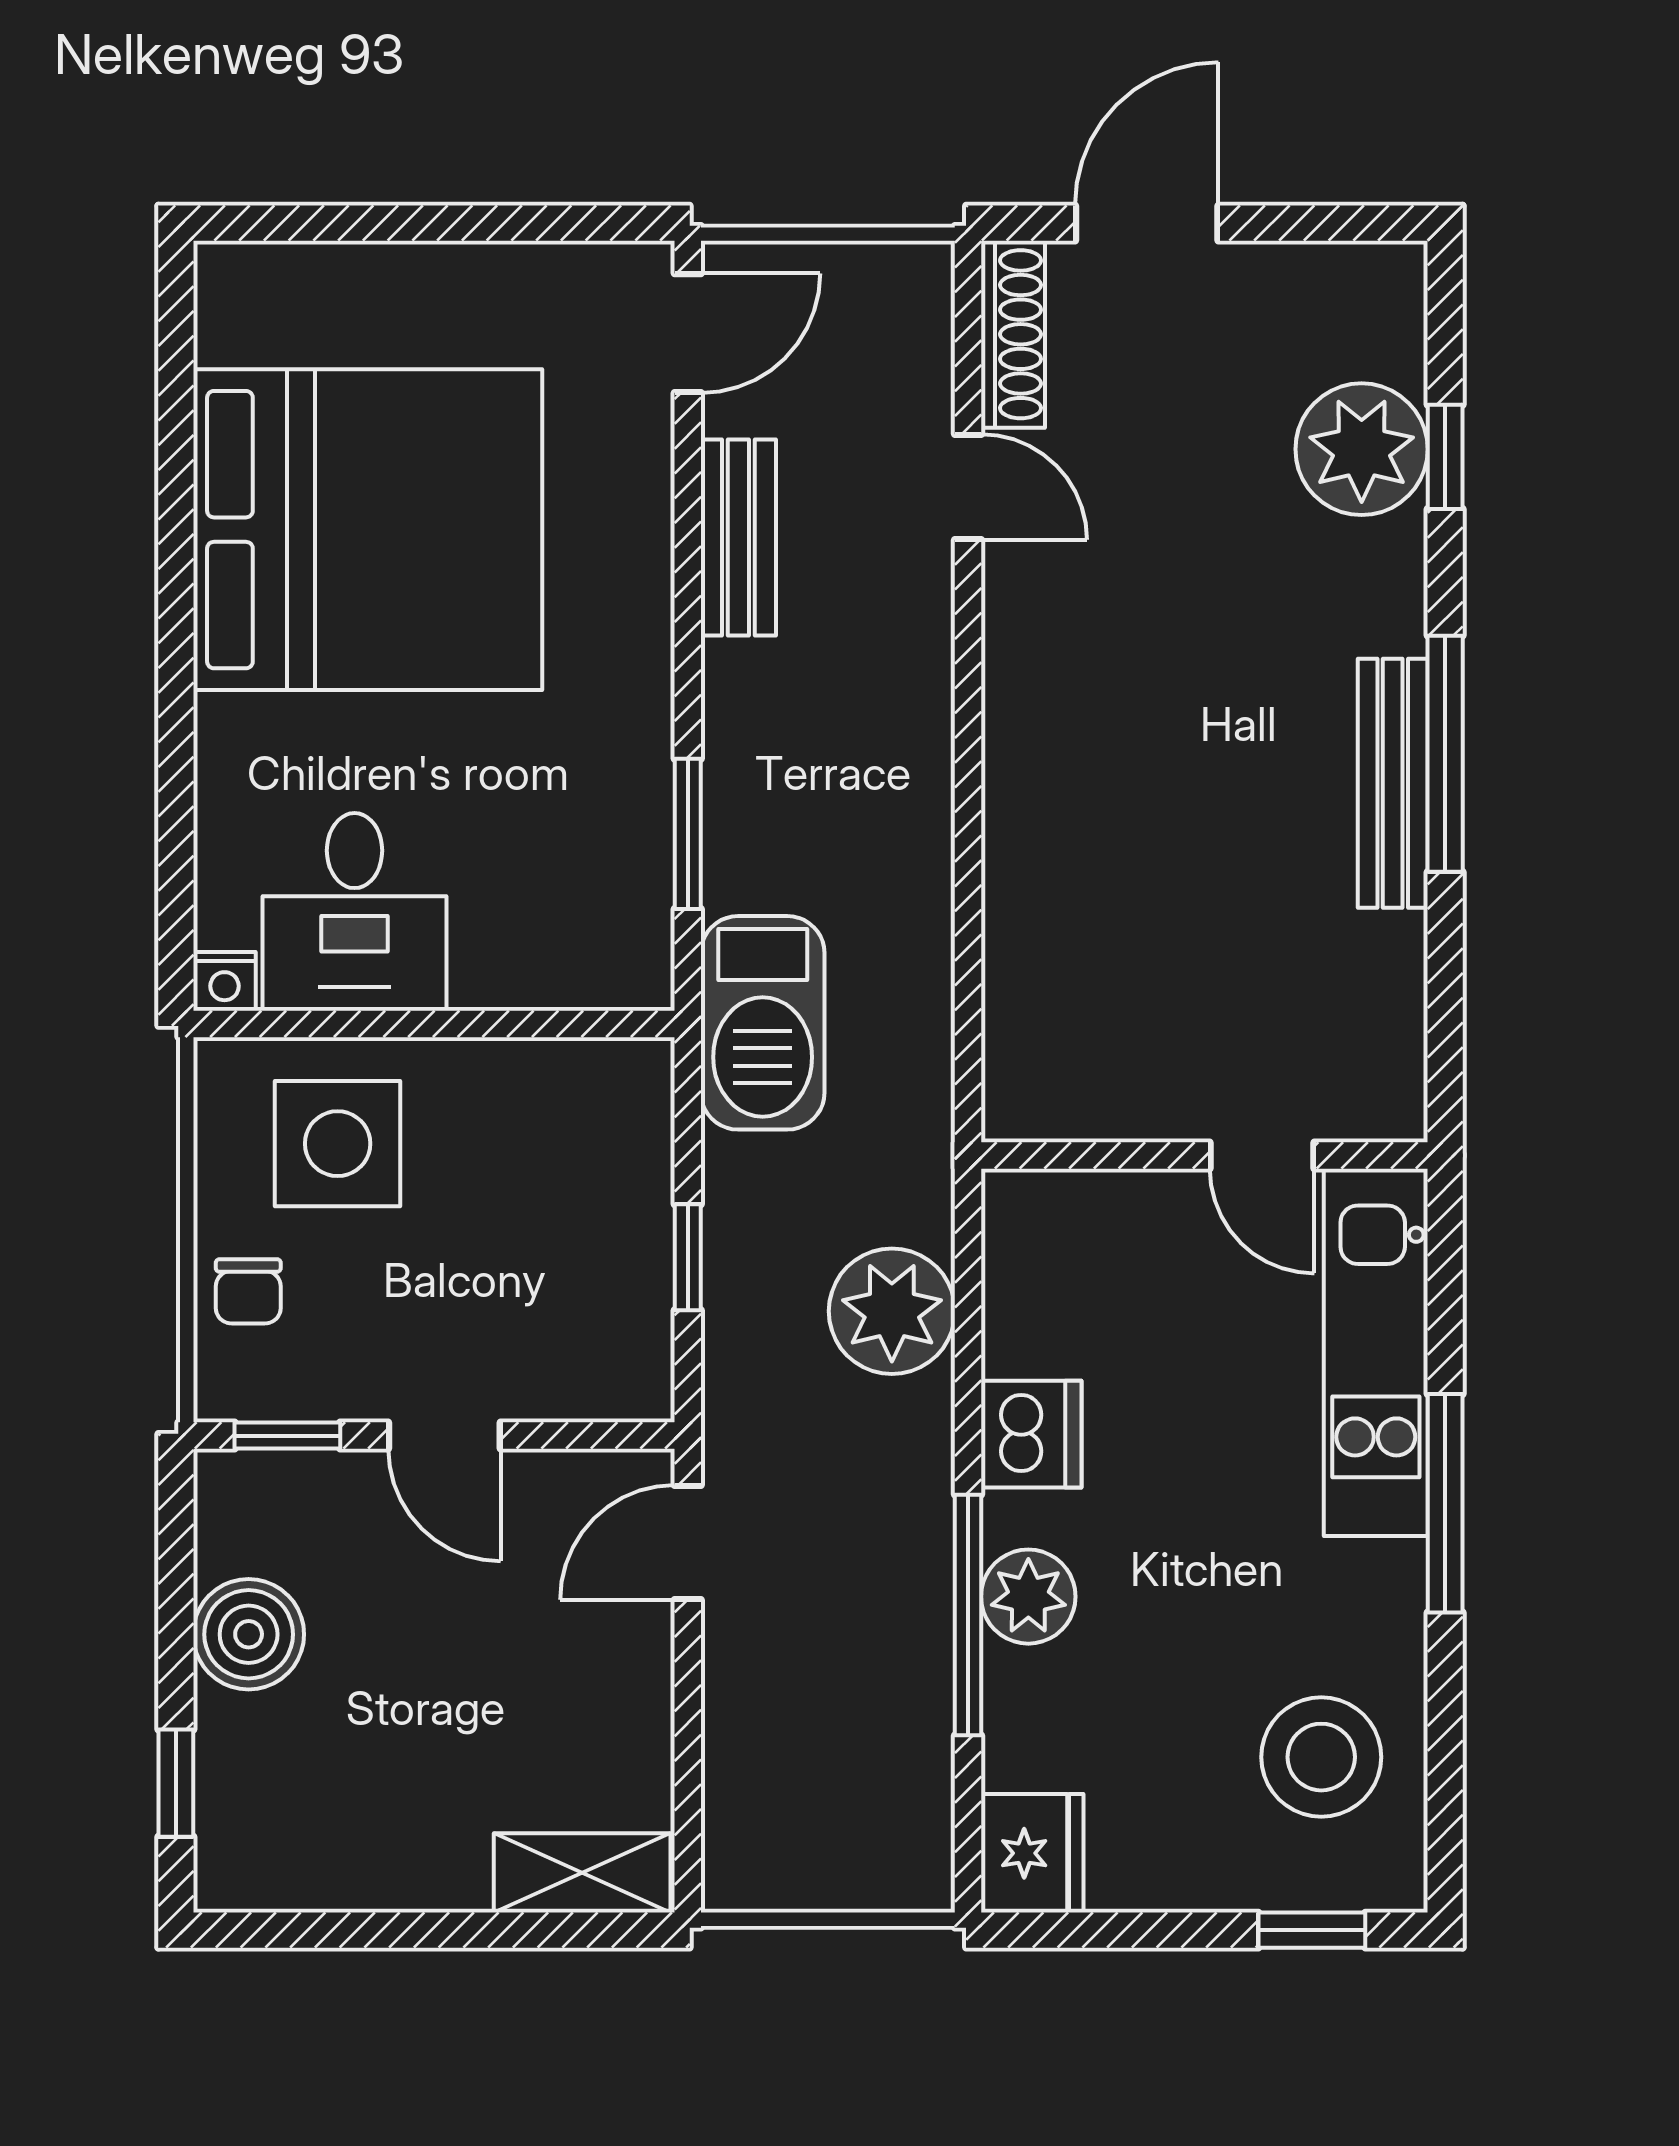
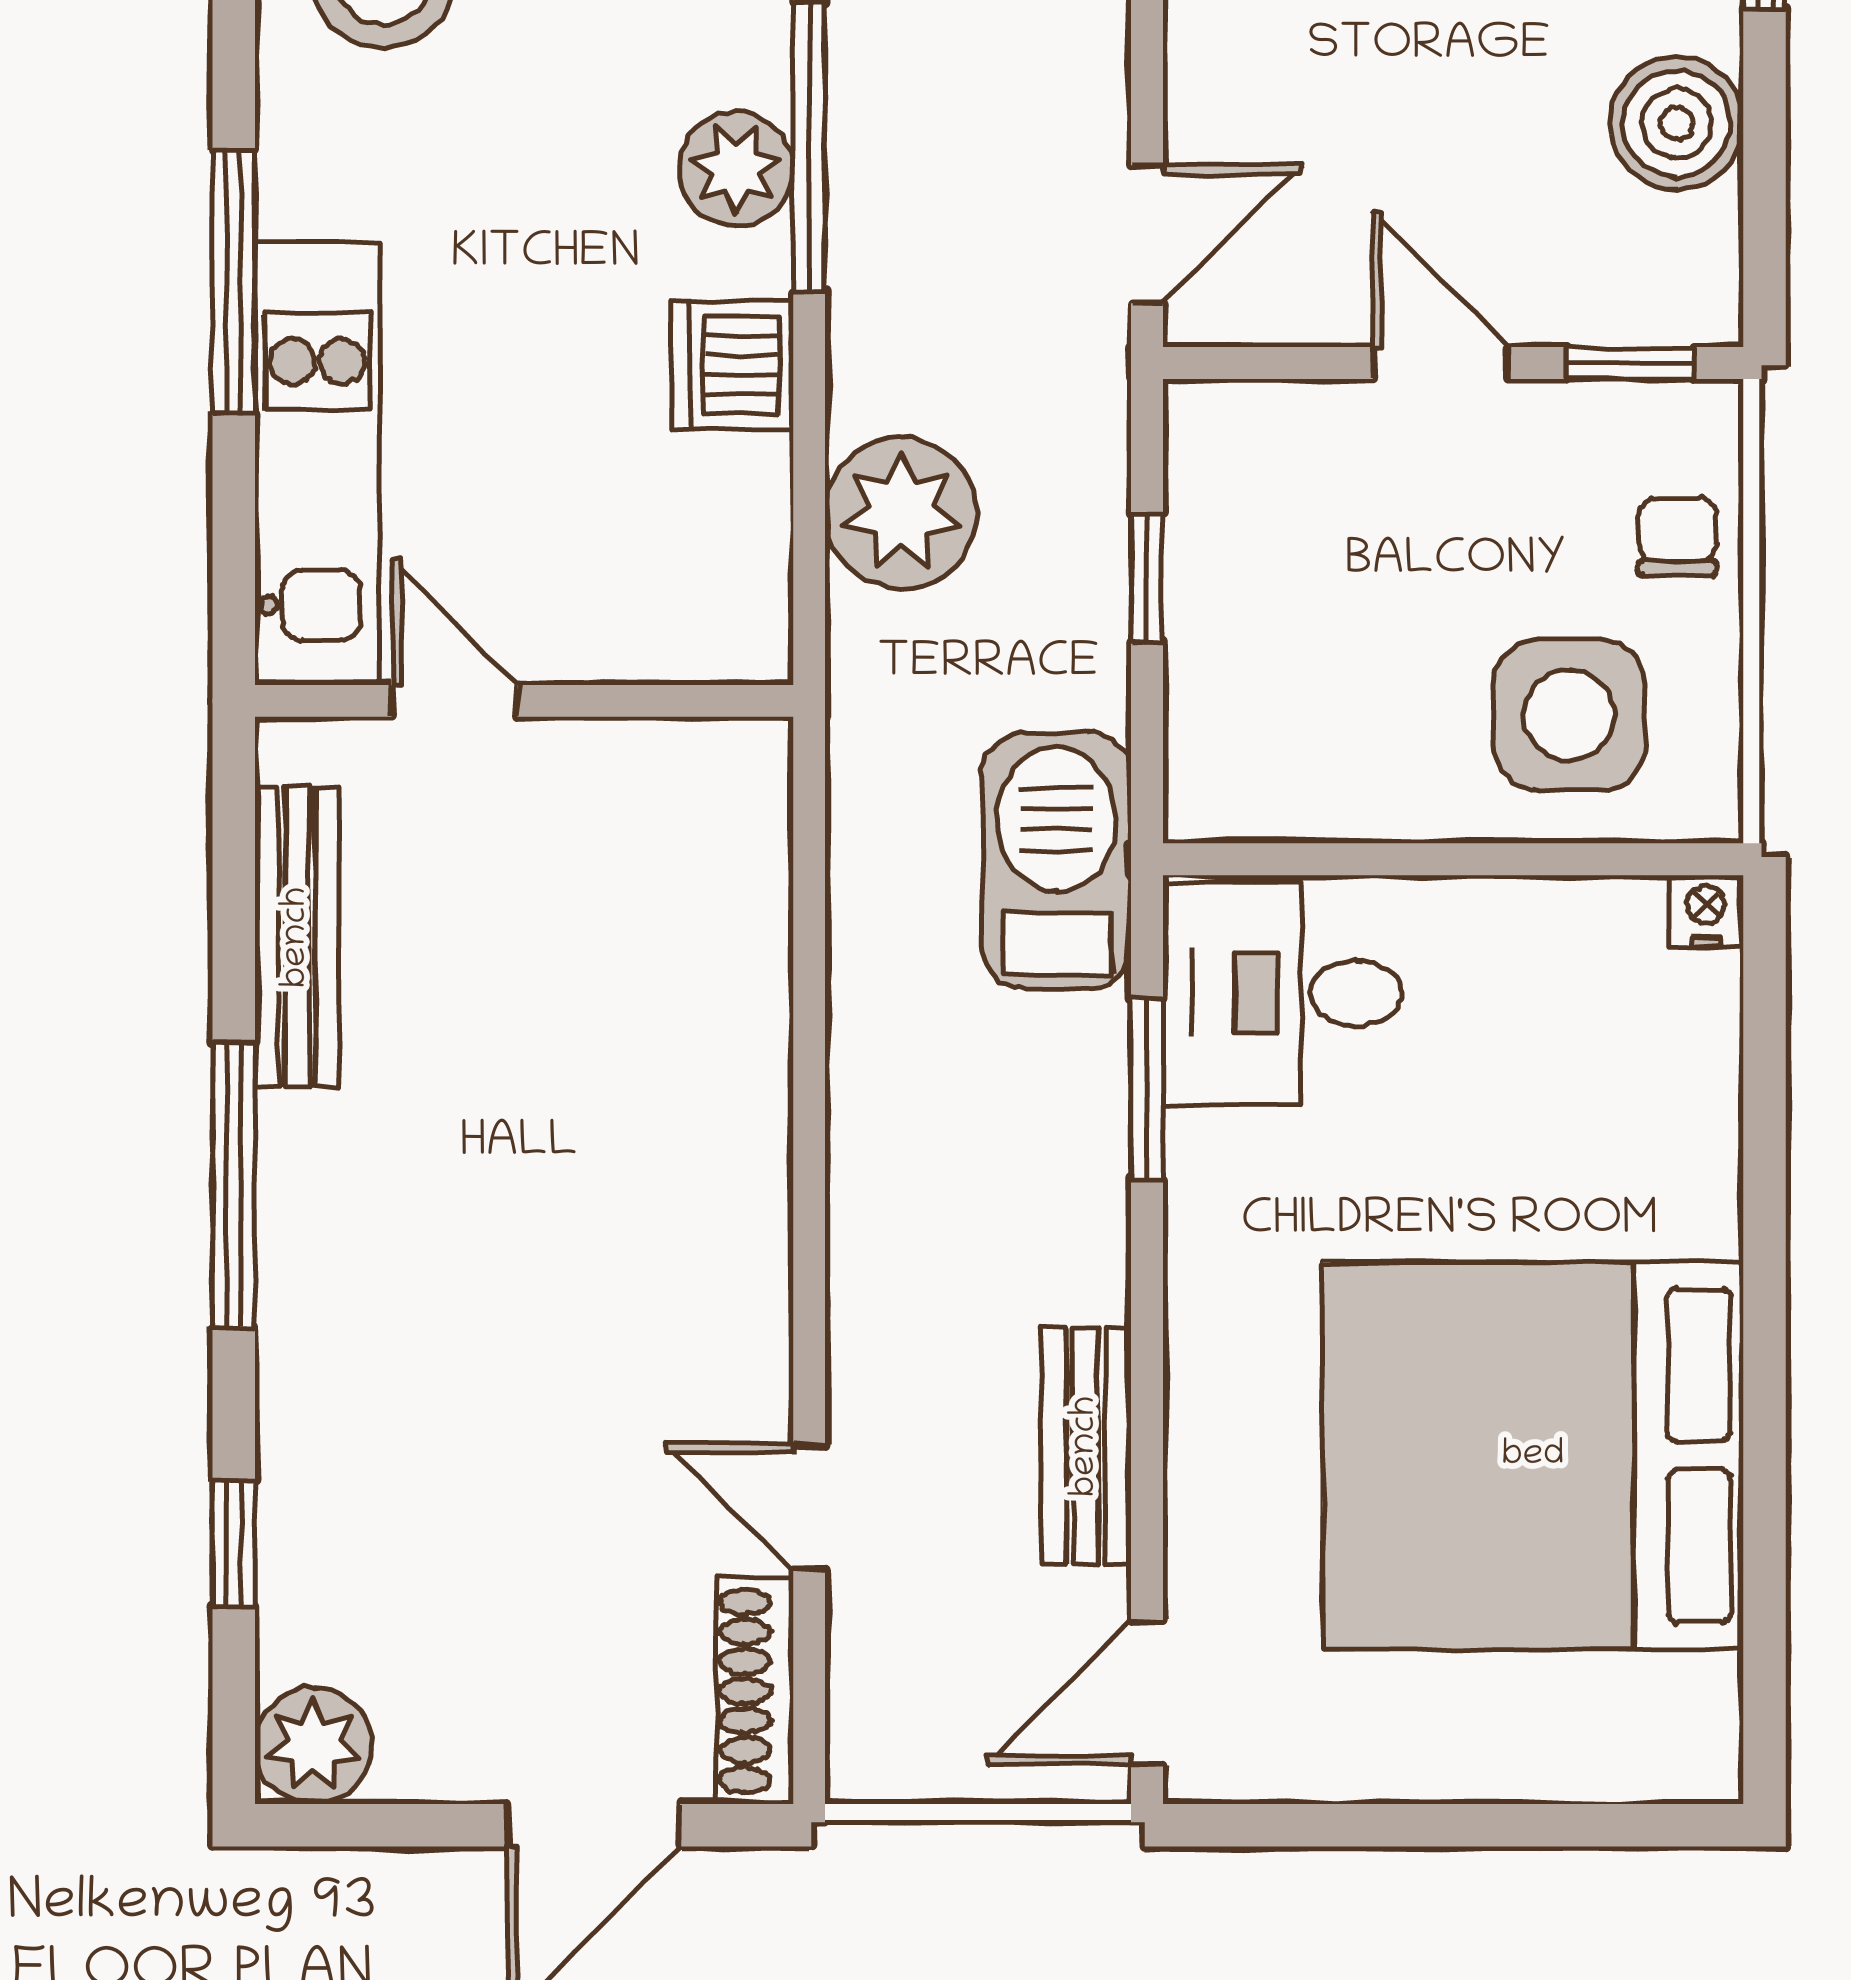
plant: (1362, 449) -> (313, 1746), moved, width x0.73, depth x0.73
bench: (1393, 783) -> (297, 937), moved
desk: (355, 912) -> (1282, 993), moved, turned -90

